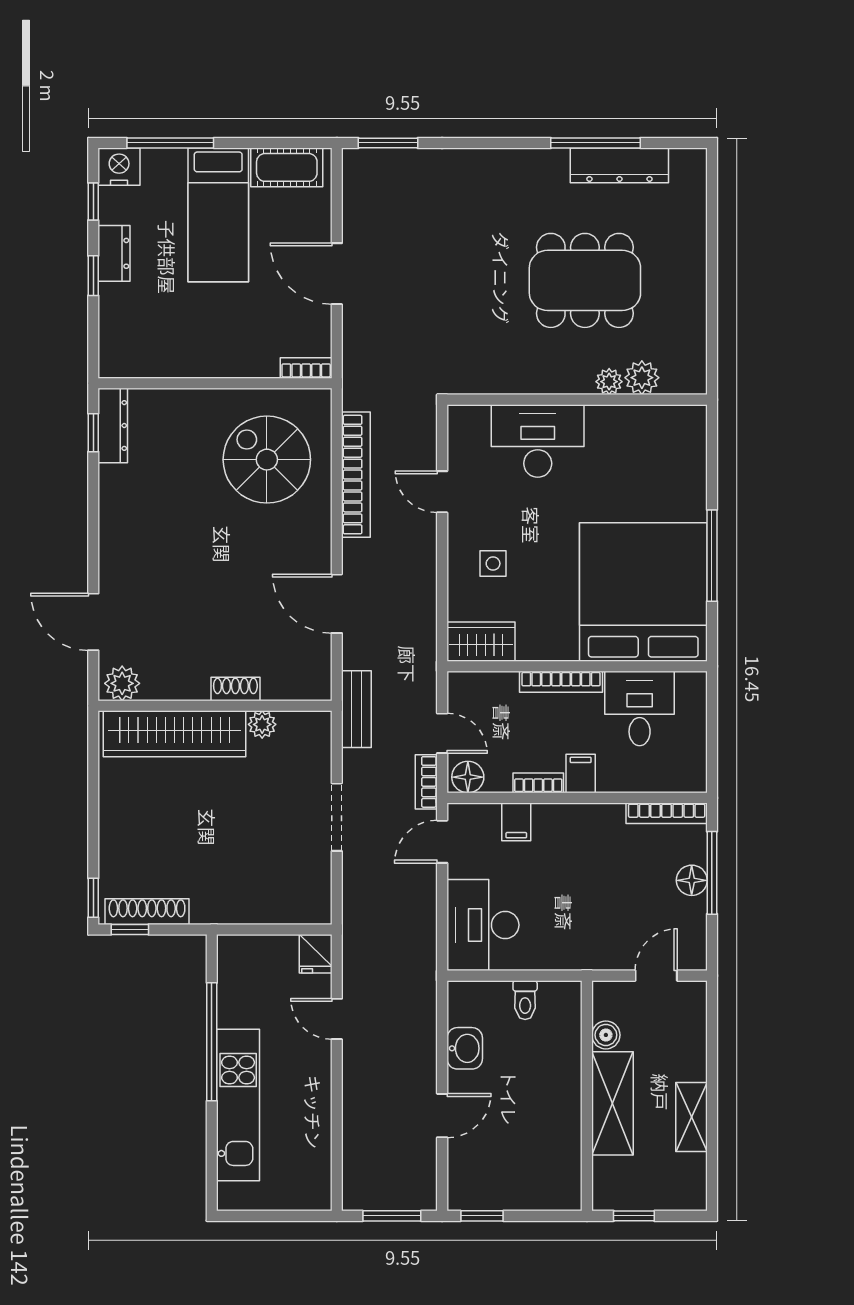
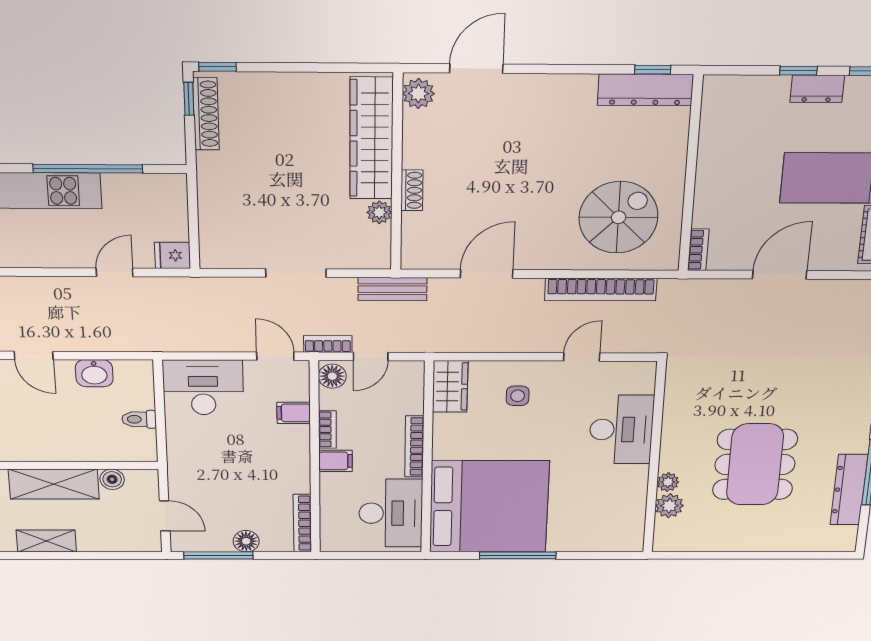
dresser: (113, 425) -> (645, 90), width x1.37, depth x1.24
desk: (640, 708) -> (391, 513), width x1.37
window: (712, 873) -> (218, 555), moved

